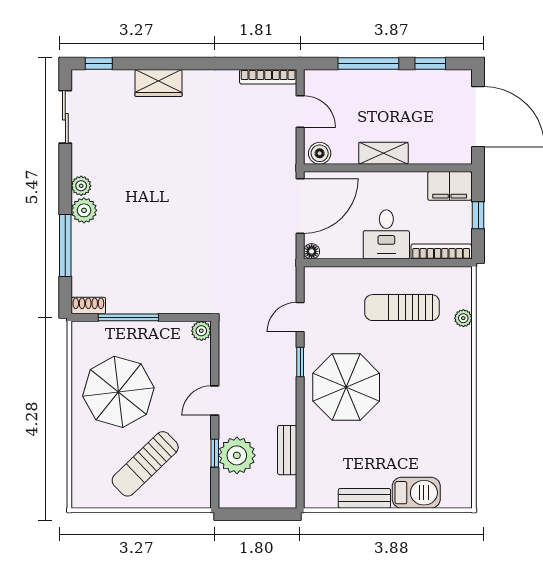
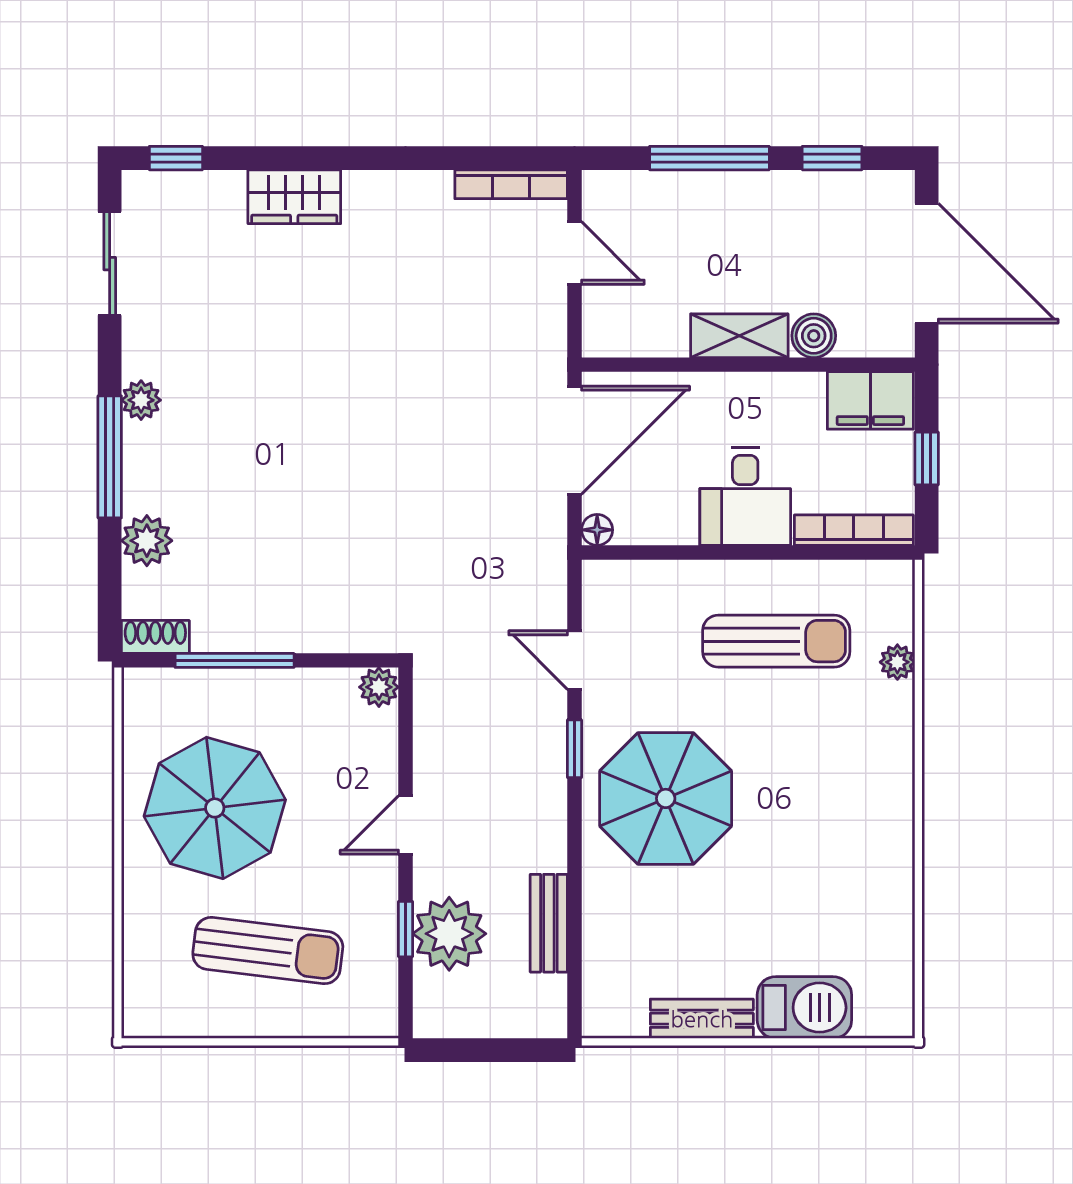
boiler: (320, 153) -> (814, 336), moved
plant: (84, 210) -> (147, 541), moved
window: (65, 245) -> (110, 457), moved
sun lounger: (402, 308) -> (776, 641), turned 180
door: (300, 317) -> (575, 660), hinge flipped
sun lounger: (145, 464) -> (268, 951), turned -129

